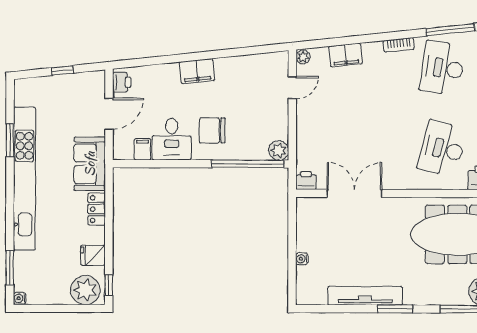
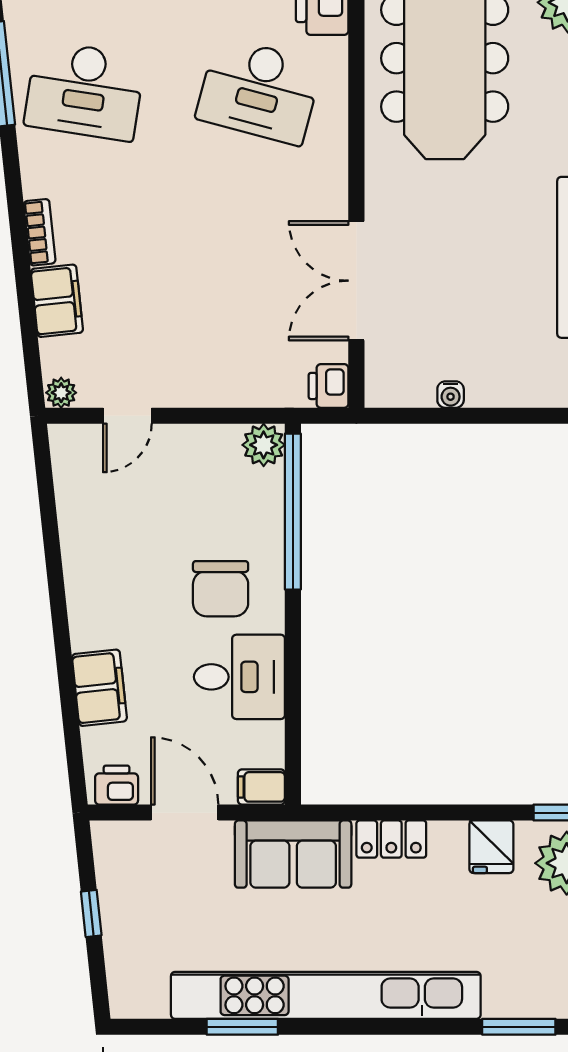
bookcase: (399, 45) -> (40, 232), moved
filing cabinet: (197, 71) -> (99, 688), moved
door: (292, 88) -> (127, 416), swing flipped
filing cabinet: (143, 149) -> (261, 787), moved
water cooler: (302, 259) -> (451, 395), moved

